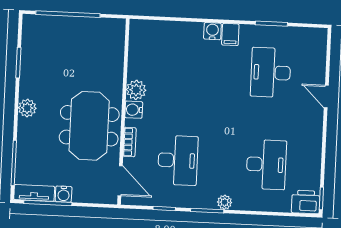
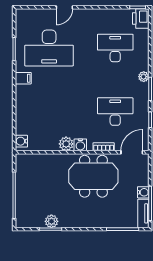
water cooler: (212, 31) -> (21, 141), moved
desk: (271, 72) -> (49, 48), width x1.36, depth x1.30
plant: (27, 108) -> (51, 221), moved

